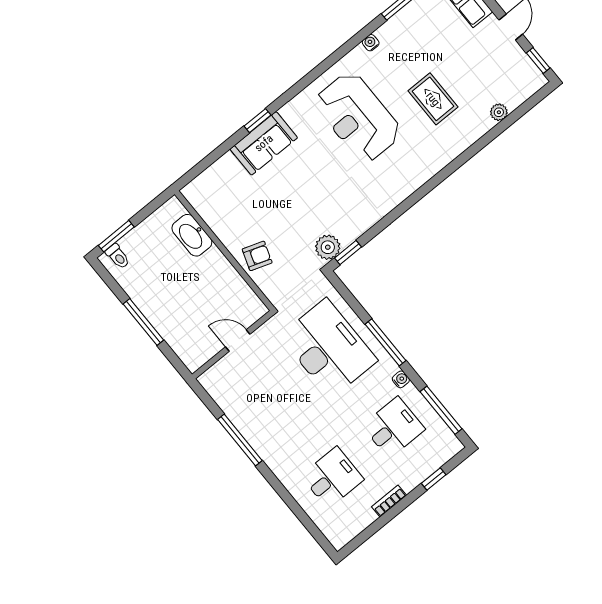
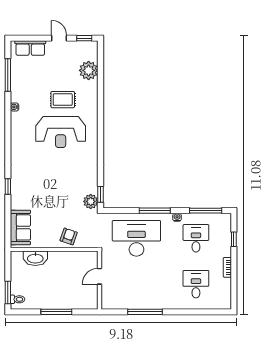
plant: (499, 112) -> (89, 70), width x1.87, depth x1.87
reception desk: (358, 117) -> (61, 132), moved
sofa: (264, 143) -> (20, 227), moved

